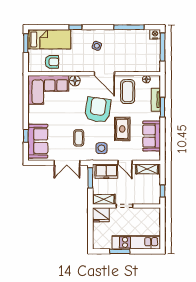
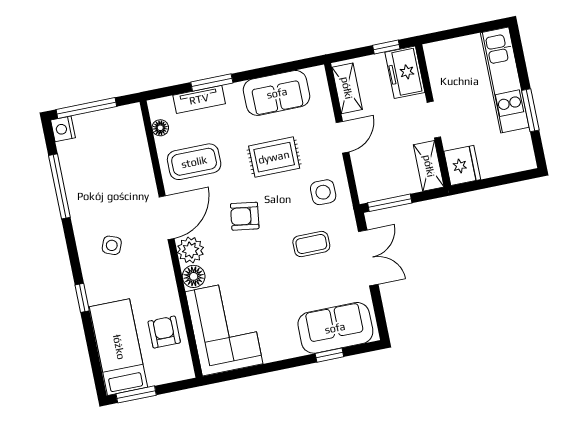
plant: (87, 82) -> (190, 250), added
armchair: (98, 110) -> (245, 216), width x0.53, depth x0.53
freezer: (106, 171) -> (405, 72), moved, turned 180

